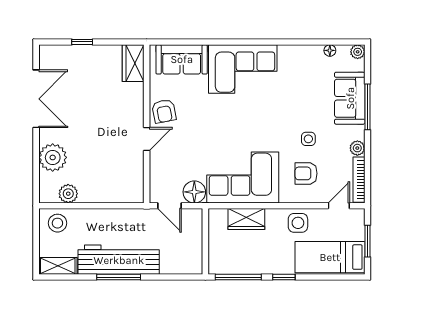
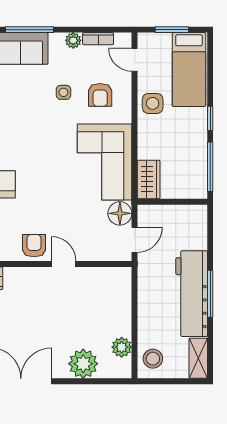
armchair: (164, 111) -> (34, 246), turned -79
bookcase: (359, 180) -> (98, 39), width x0.64
wardrobe: (246, 219) -> (149, 179), moved

